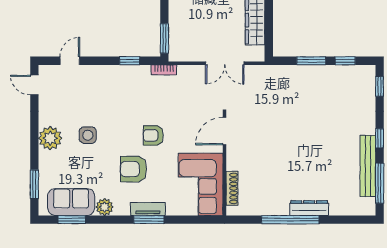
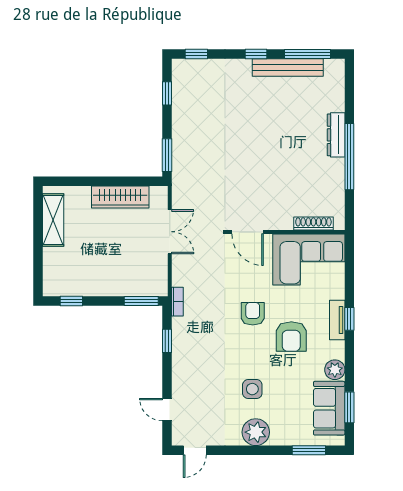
window: (311, 61) -> (167, 155), moved
armchair: (153, 135) -> (253, 314), turned 180
window: (149, 220) -> (349, 319), width x0.67

